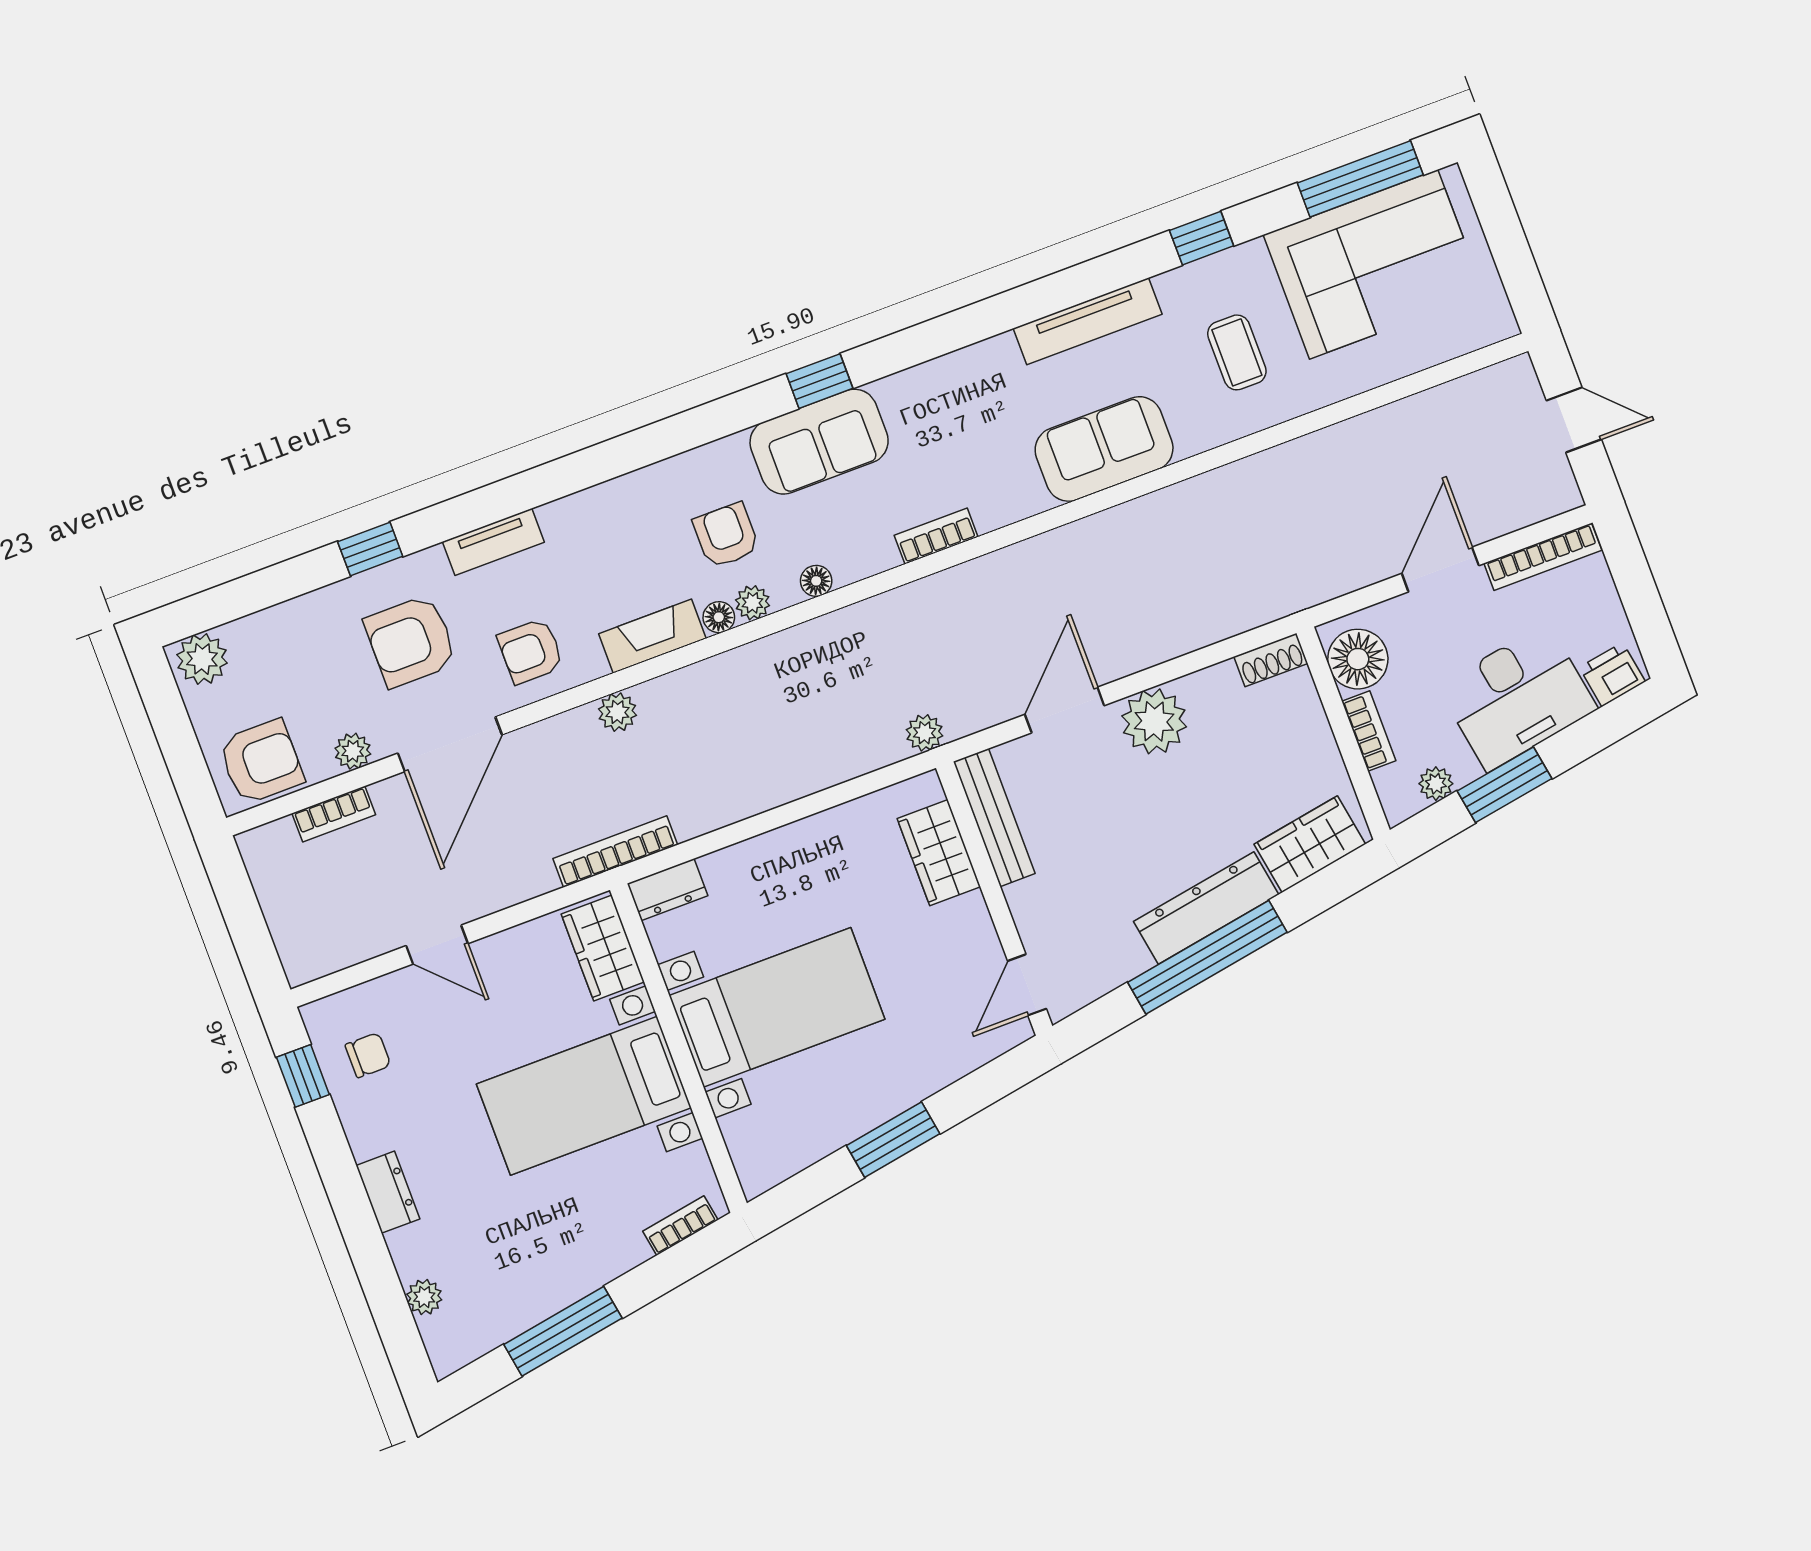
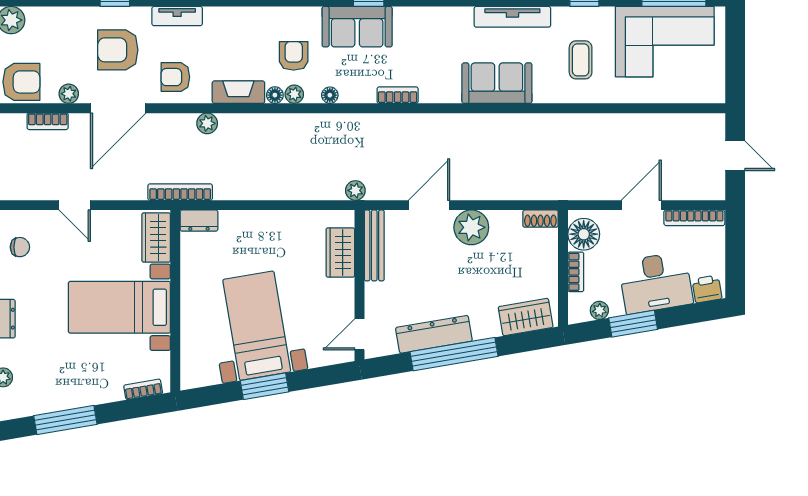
dresser: (1206, 908) -> (434, 334), moved
bed with nightstands: (777, 1007) -> (257, 326), moved, turned -100

